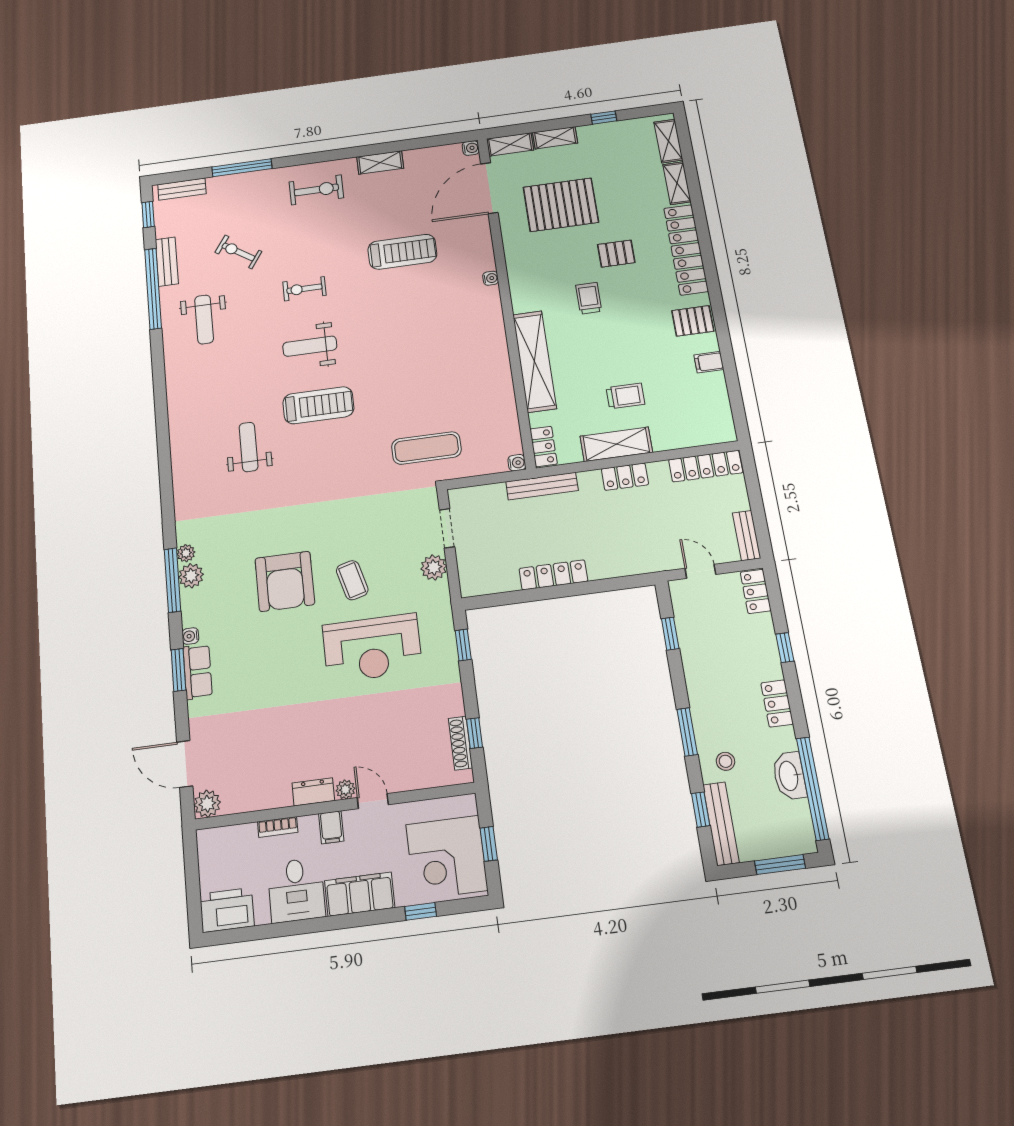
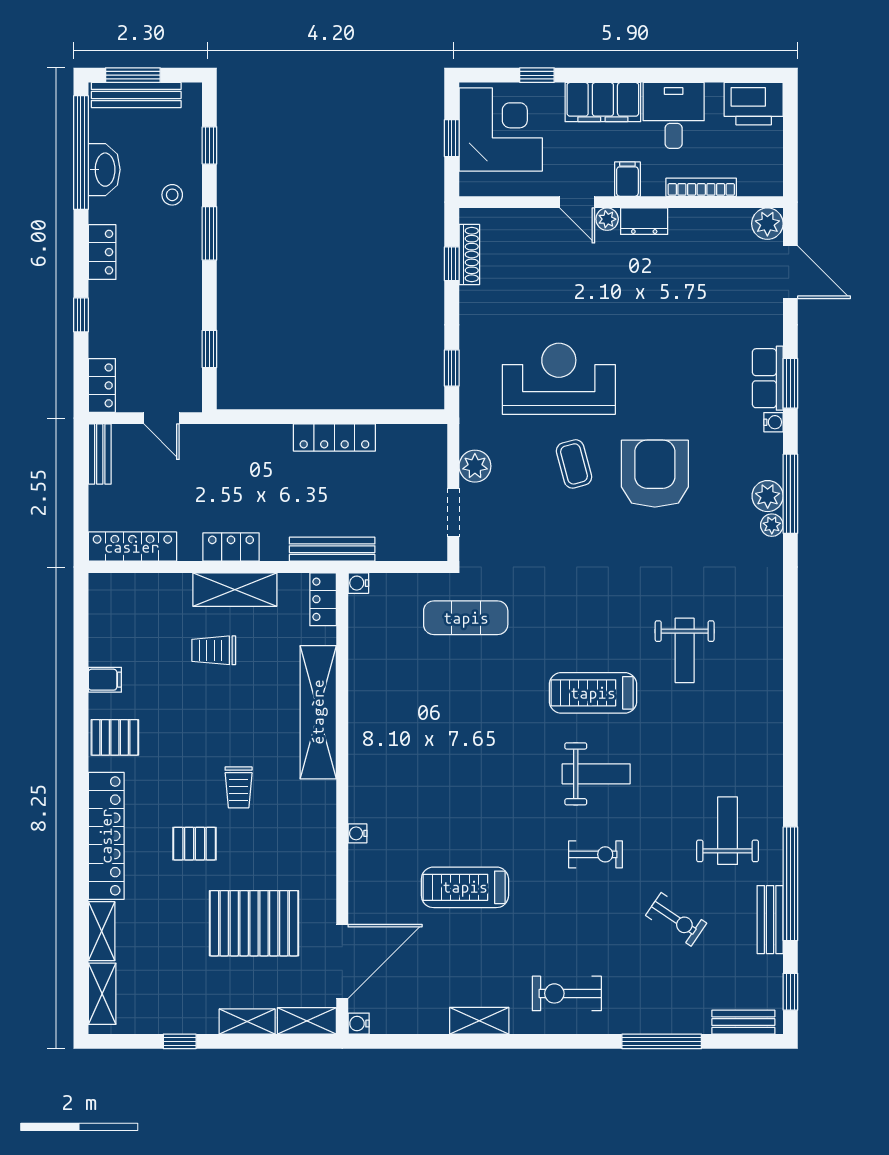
bench: (721, 824) -> (136, 95), moved, turned 90
bookcase: (278, 827) -> (701, 187), width x1.56

